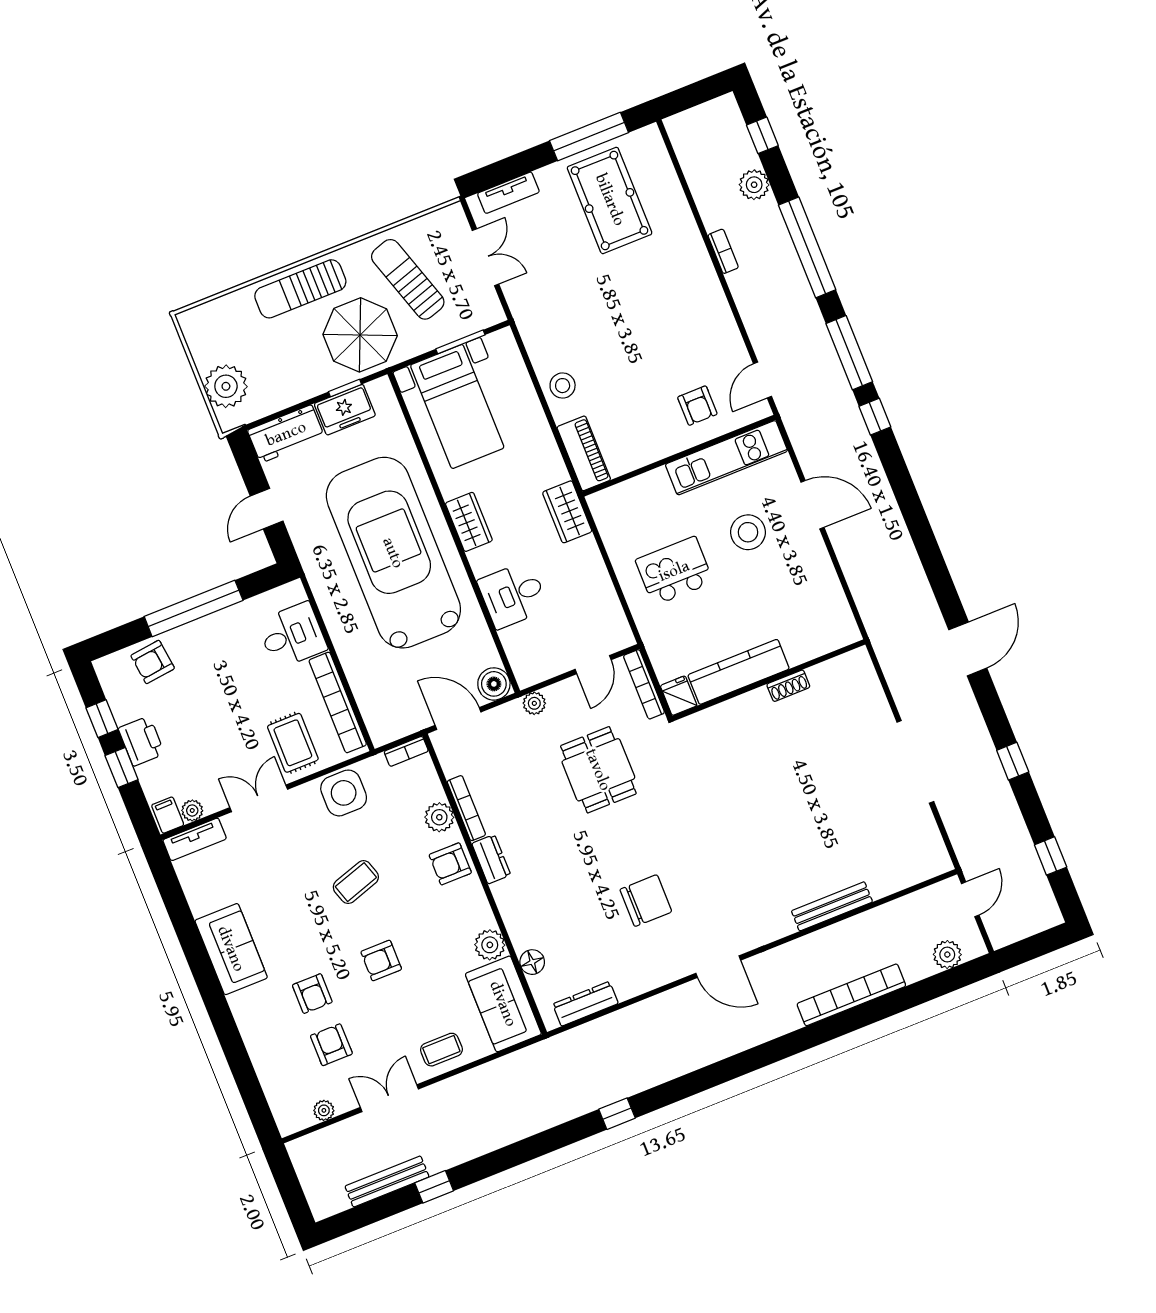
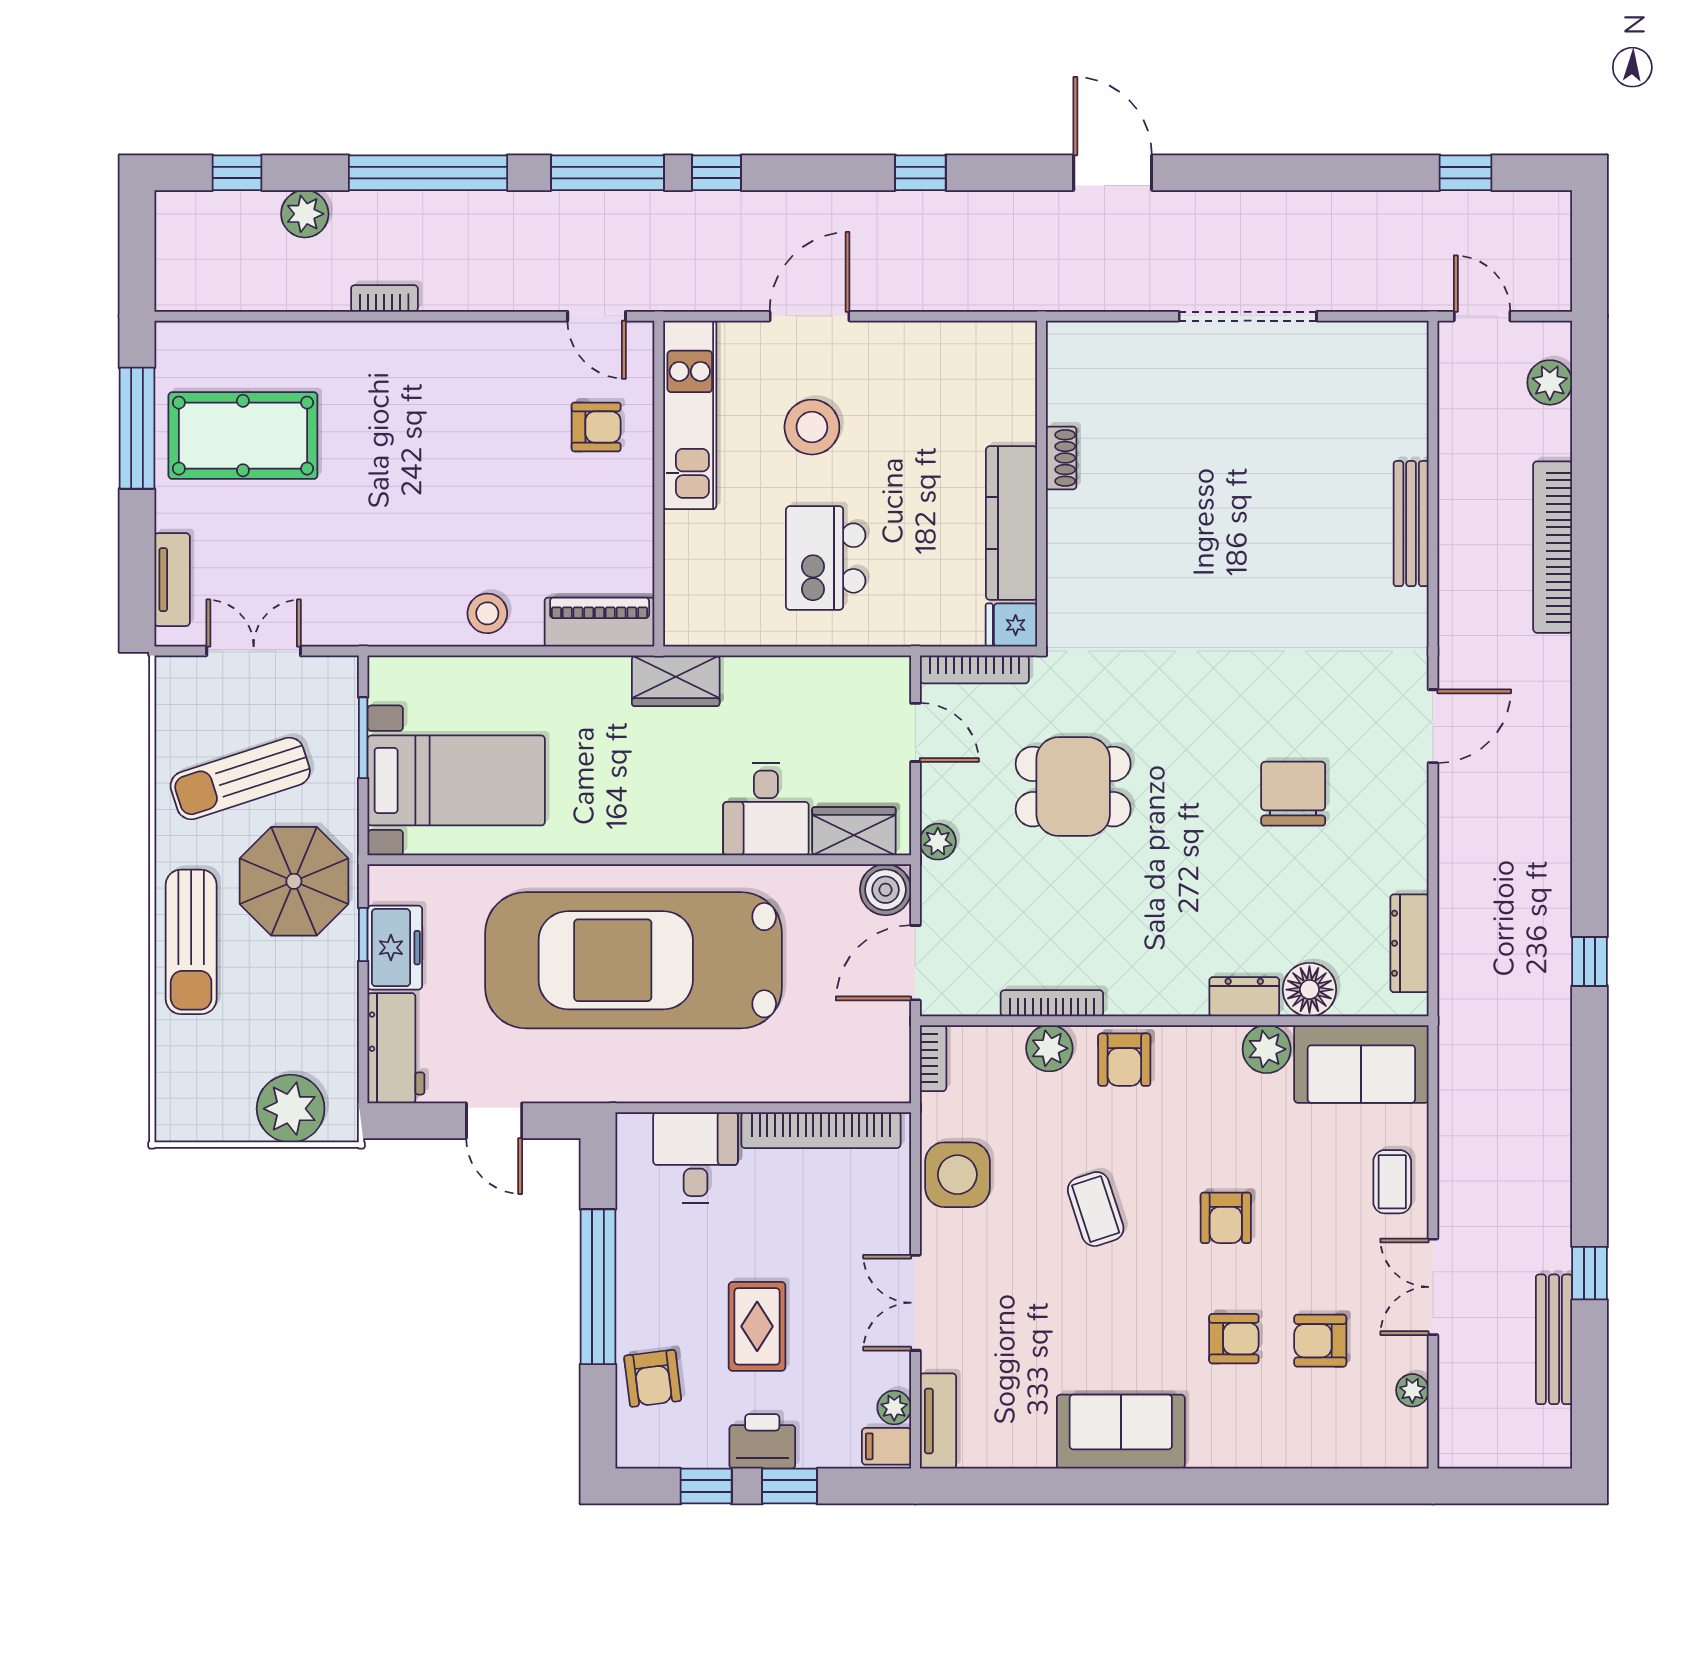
wardrobe: (469, 522) -> (854, 831), moved
rug: (293, 743) -> (757, 1326), moved, turned 90
window: (1013, 761) -> (920, 173), moved
dresser: (491, 859) -> (1244, 997), moved
floor lamp: (532, 962) -> (1309, 990), width x1.38, depth x1.38

